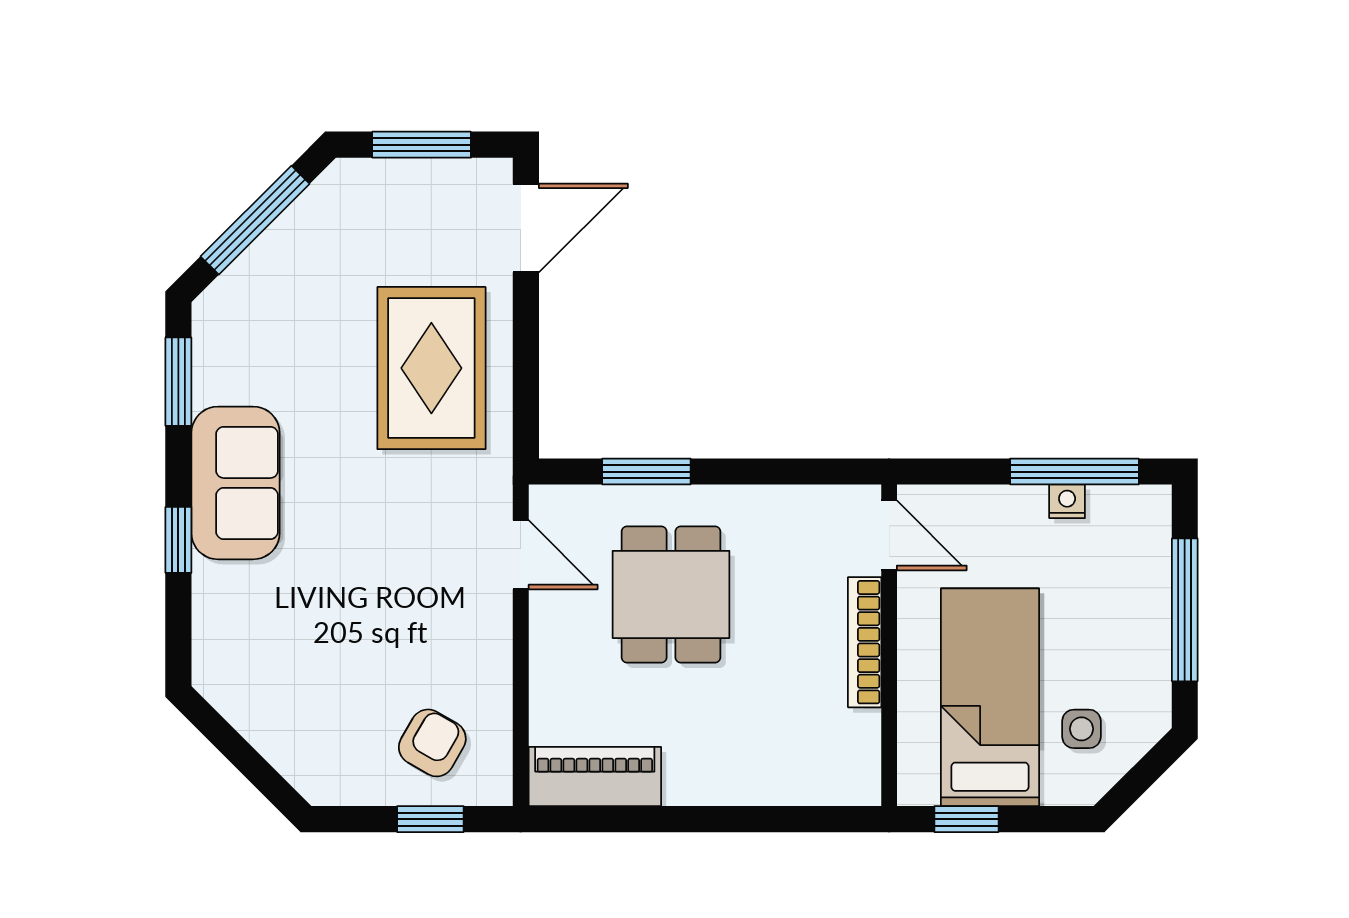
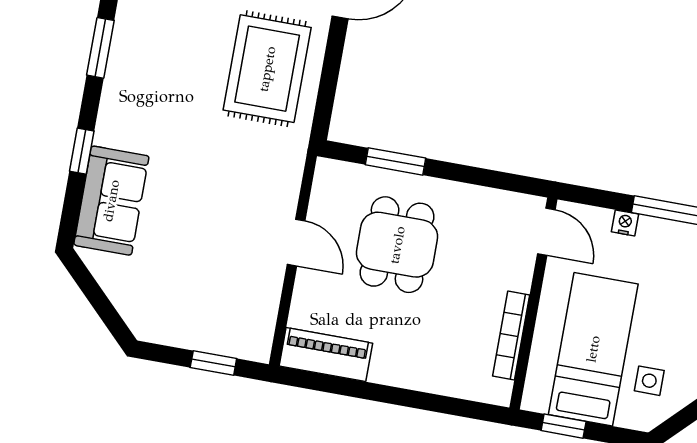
sofa: (236, 483) -> (111, 201), moved
nightstand: (1067, 501) -> (625, 223), moved
door: (521, 555) -> (296, 243), moved
bookcase: (865, 642) -> (511, 335), moved
armchair: (432, 743) -> (224, 314), removed

